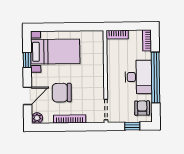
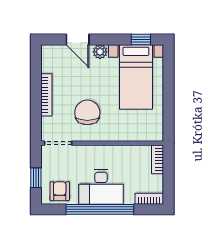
window: (27, 60) -> (141, 39), moved
chair: (62, 93) -> (87, 112), moved
armchair: (142, 108) -> (60, 191), turned -90
plant: (37, 118) -> (100, 52), moved

